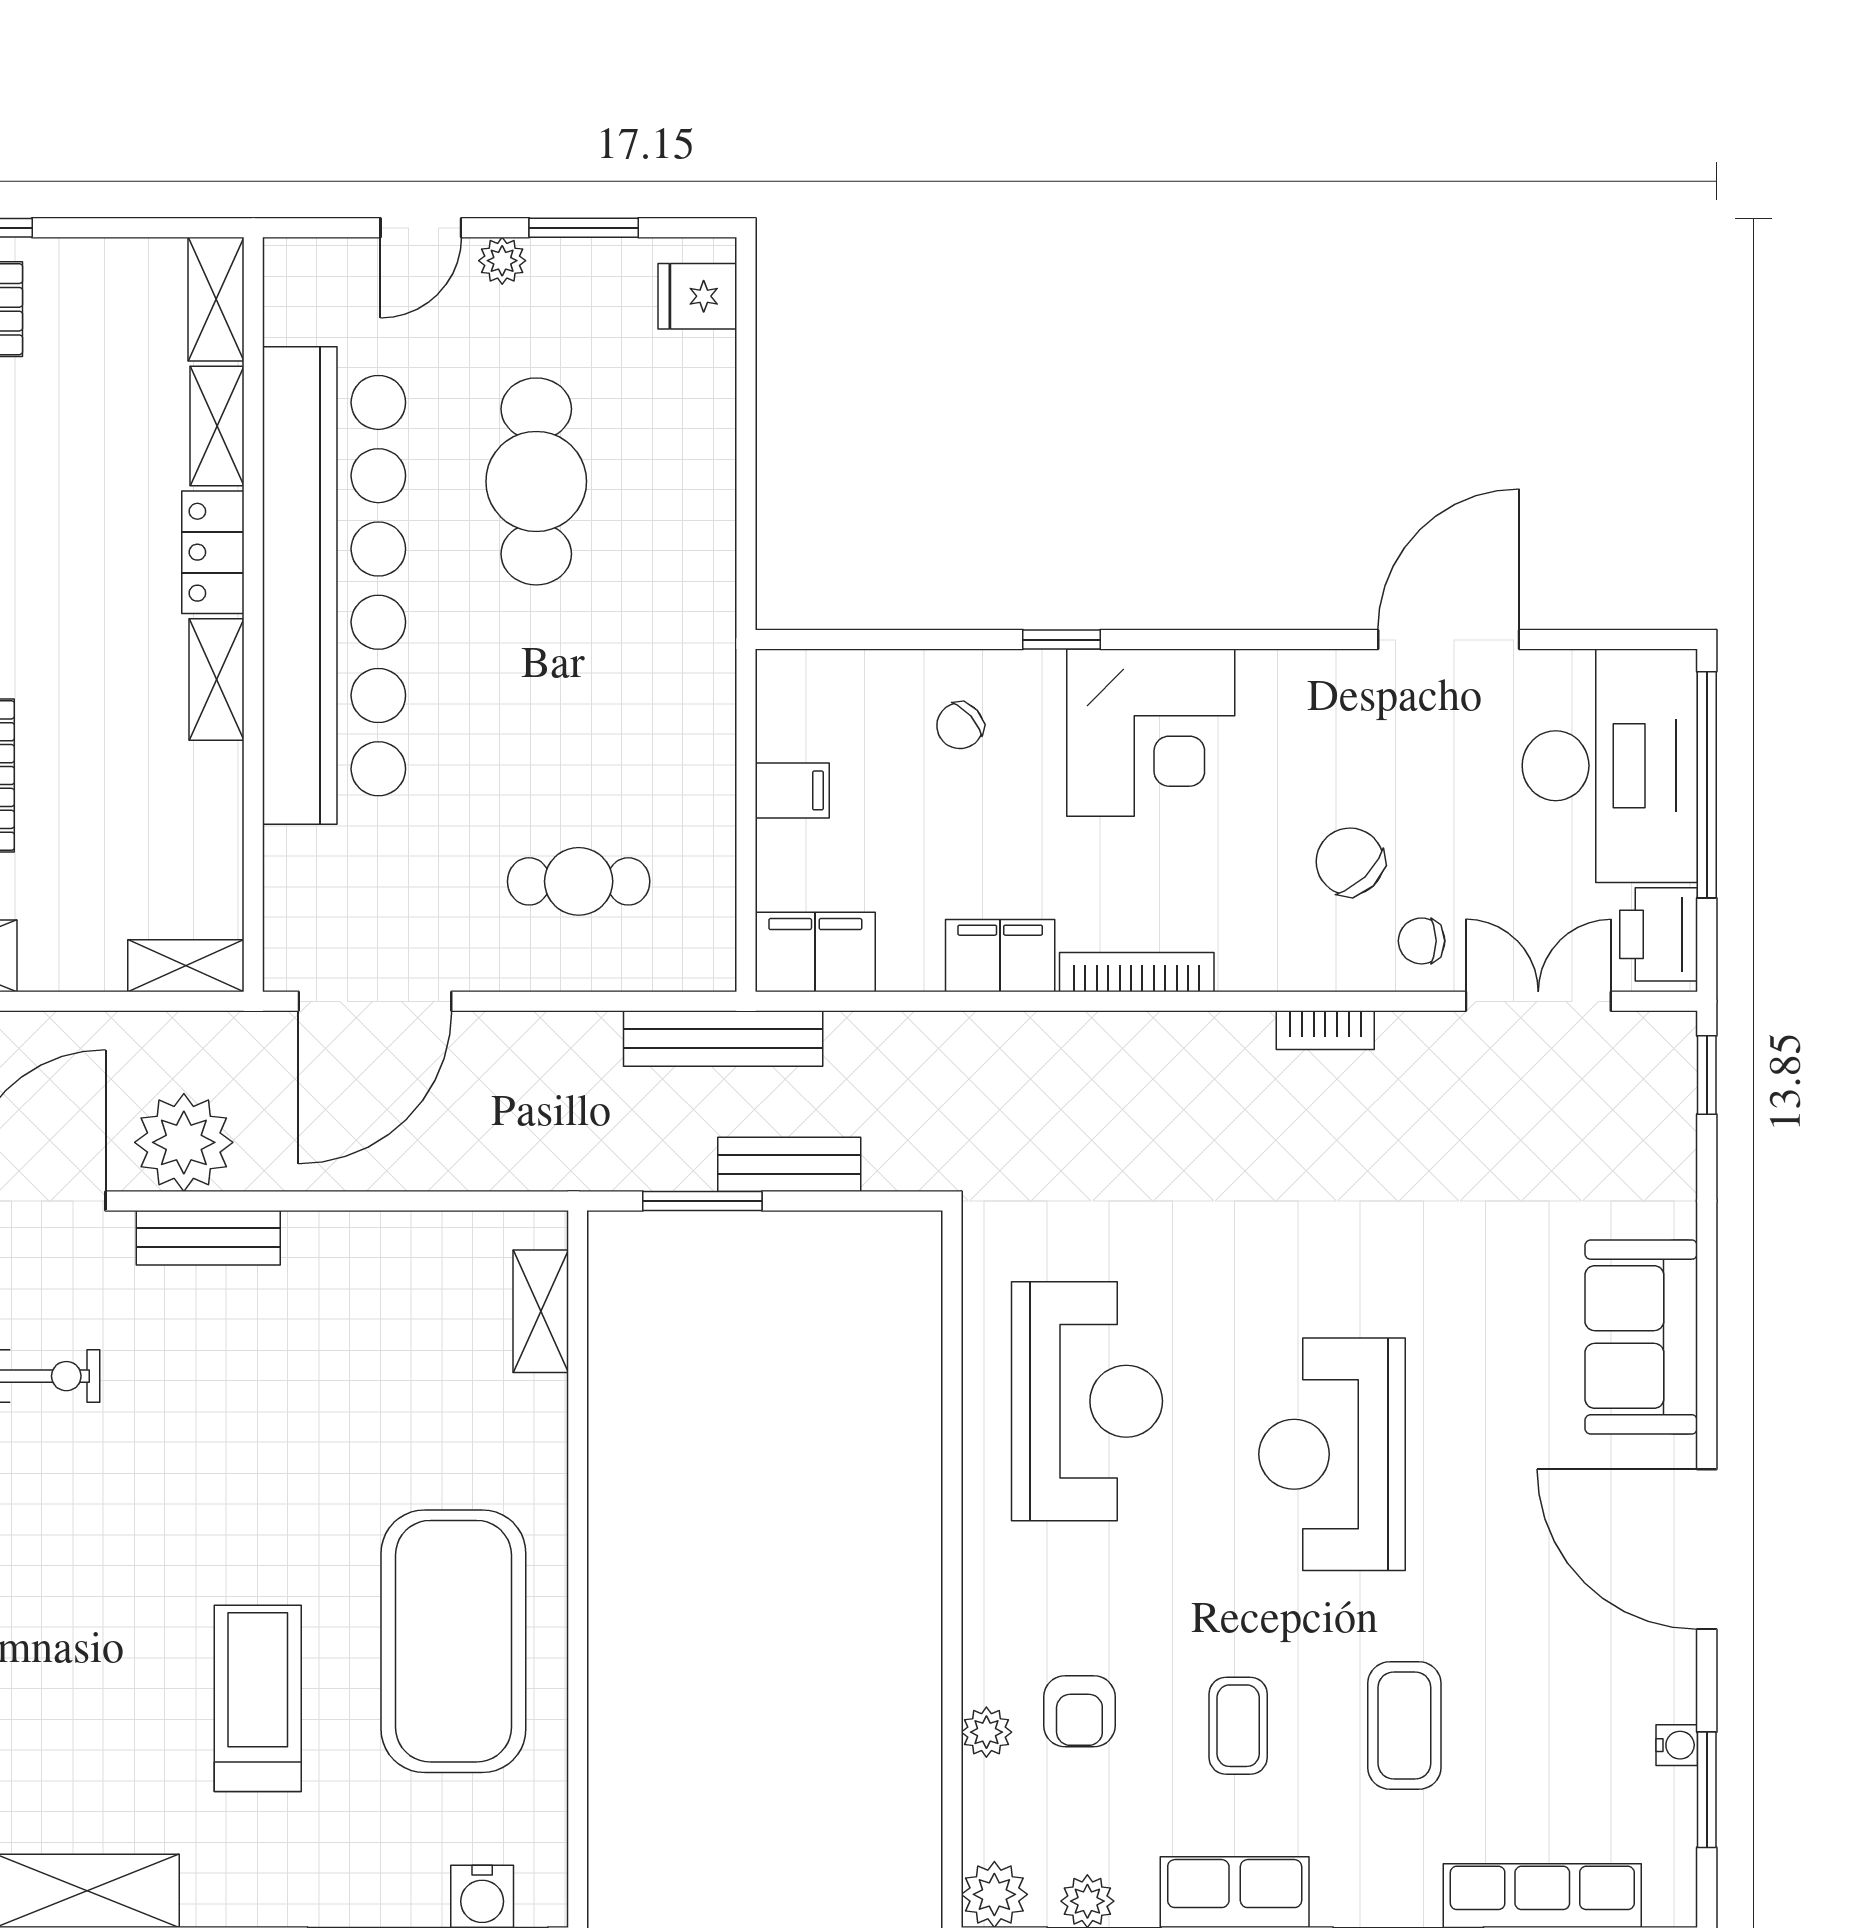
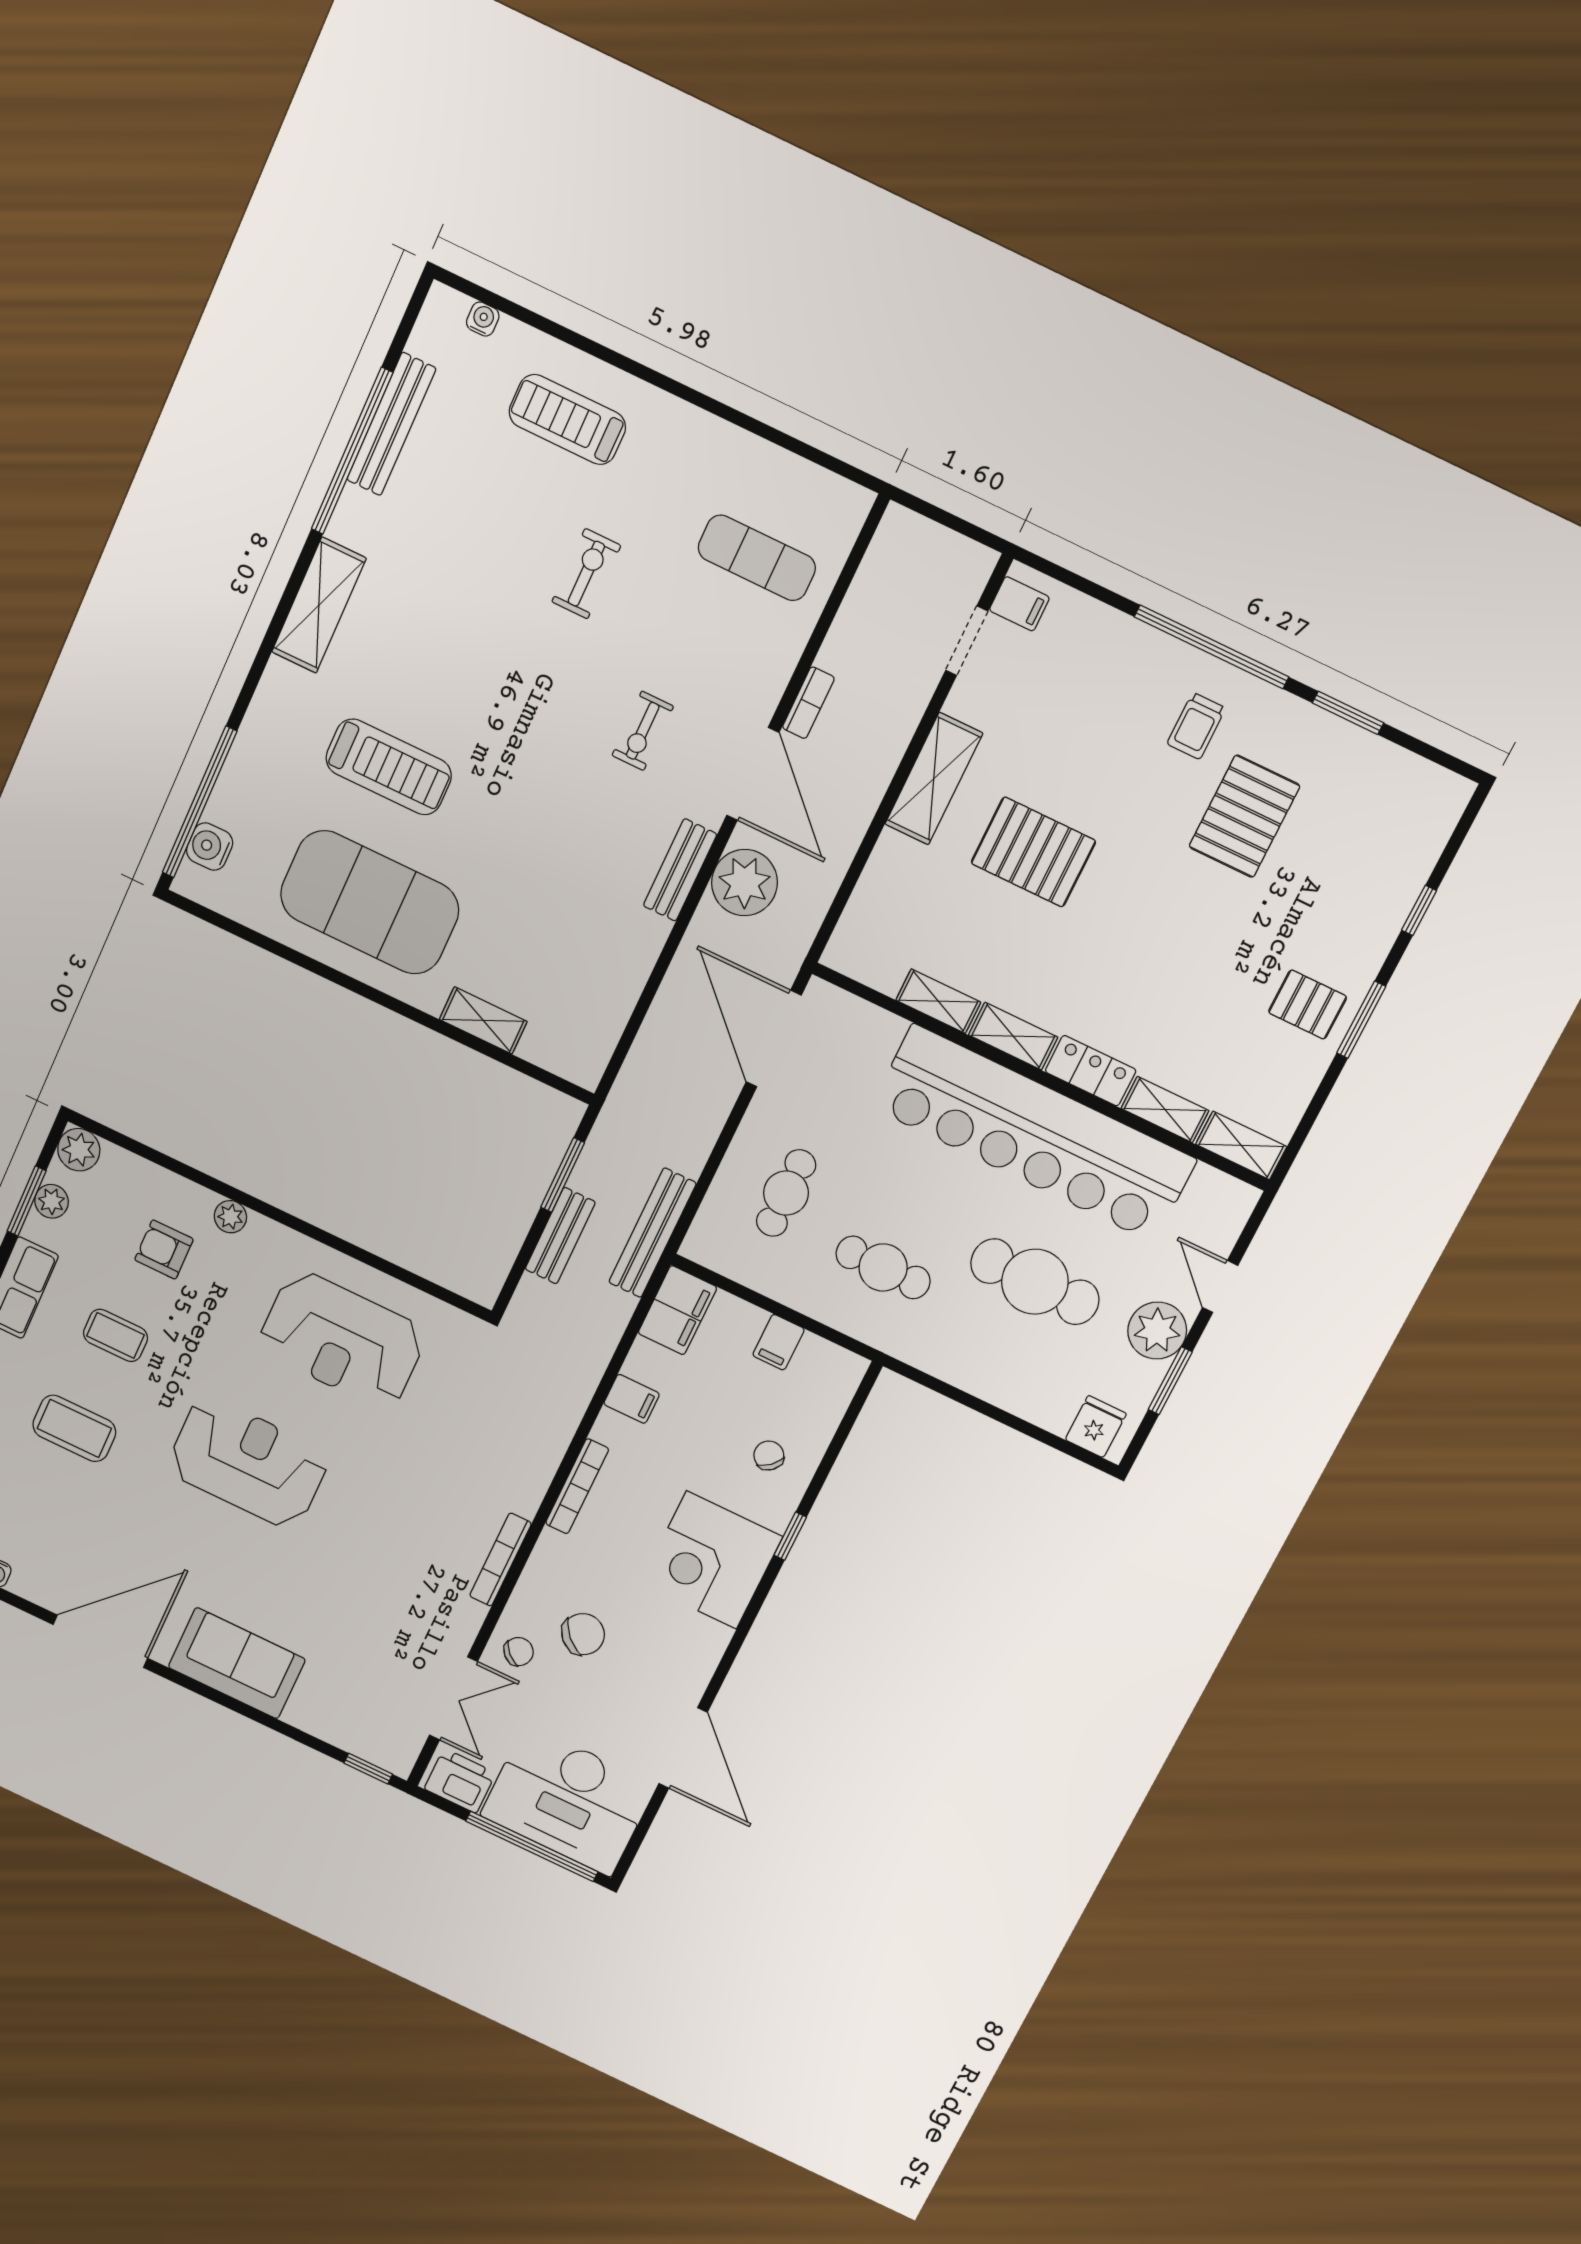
plant: (502, 261) -> (1157, 1331), width x1.87, depth x1.87
cafe table: (617, 698) -> (883, 1267), added
chair: (1422, 941) -> (519, 1652), turned 45
filing cabinet: (1000, 956) -> (632, 1399), width x0.50
shelving: (186, 966) -> (938, 1001), moved, turned 90
bookcase: (1325, 1030) -> (500, 1560), width x1.56
shelving: (541, 1311) -> (483, 1020), moved
plant: (986, 1732) -> (230, 1217), moved

